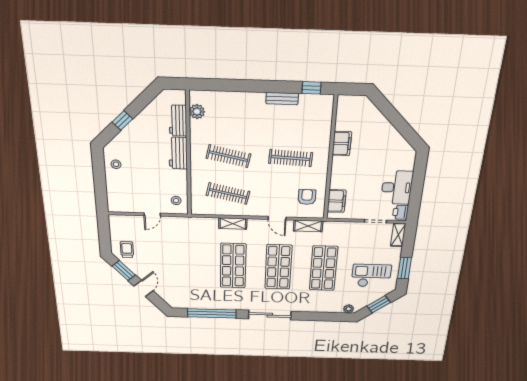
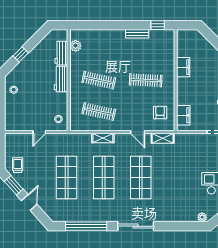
shop shelf: (324, 268) -> (67, 177), moved

